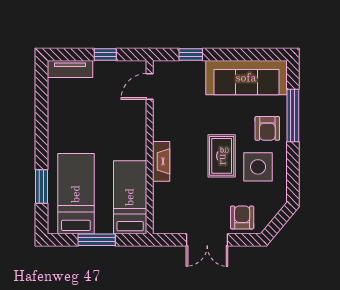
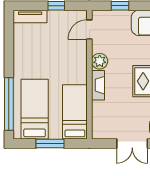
plant: (163, 129) -> (100, 61), added
window: (41, 186) -> (9, 104), width x2.11

